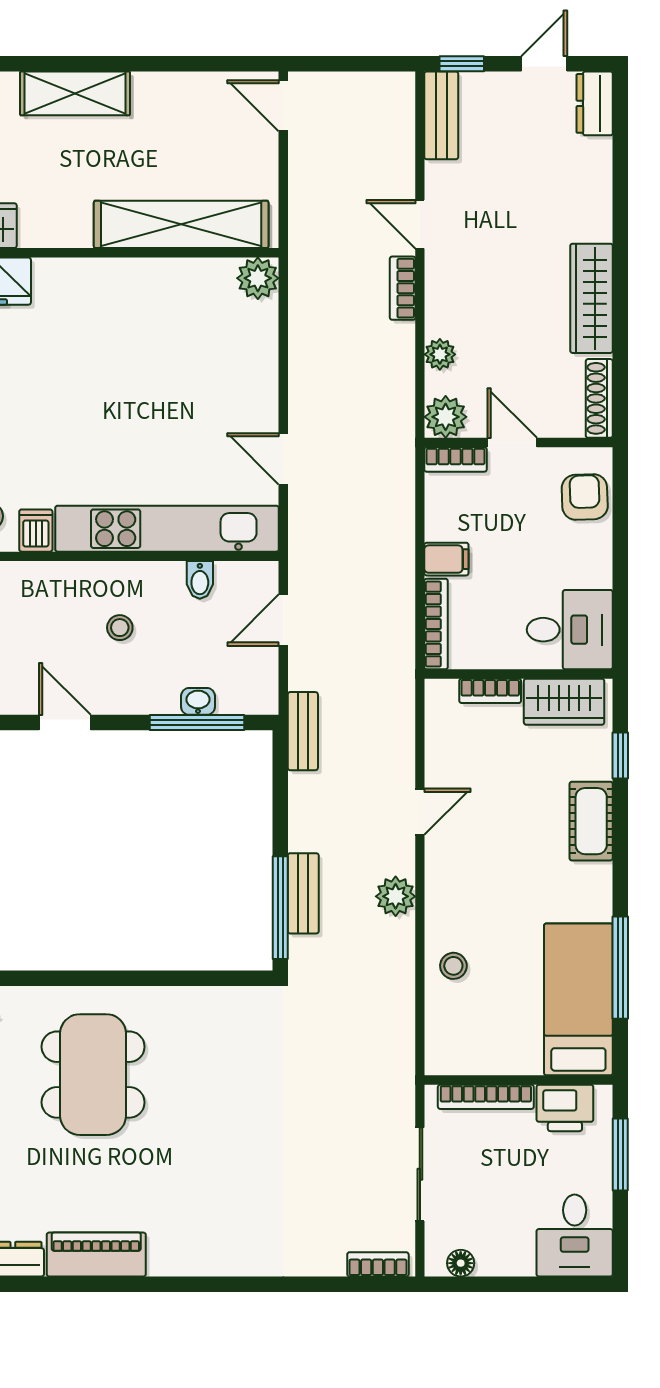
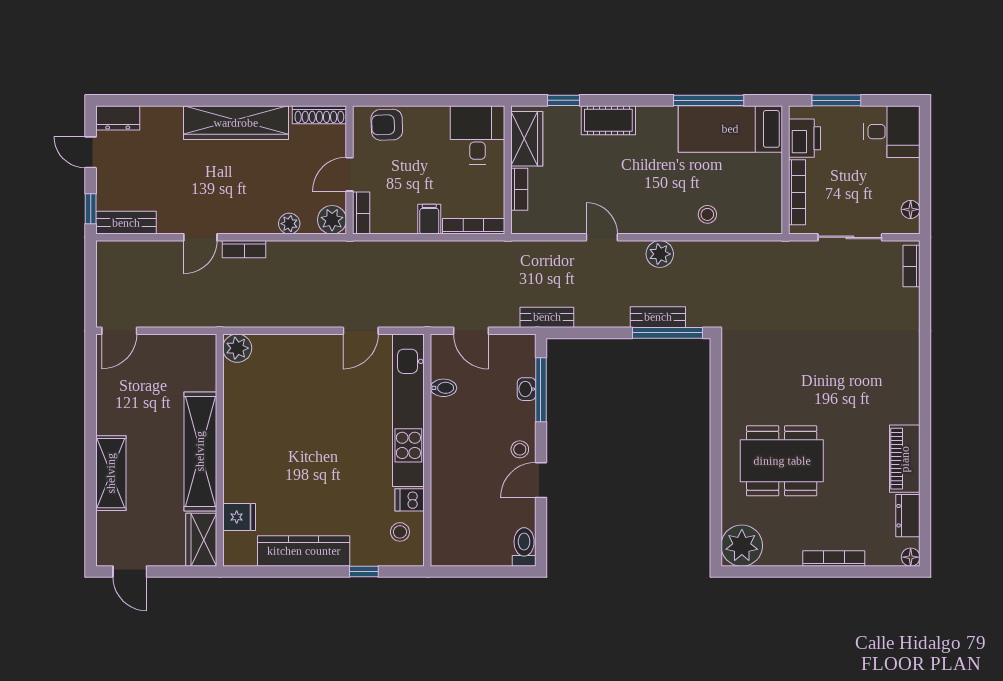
shelving: (181, 224) -> (200, 451), moved
wardrobe: (591, 298) -> (236, 123), width x1.40, depth x1.17
stool: (120, 628) -> (520, 449), moved

